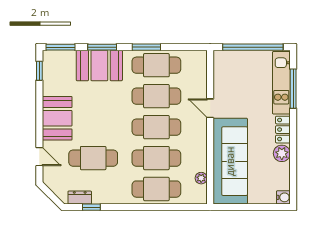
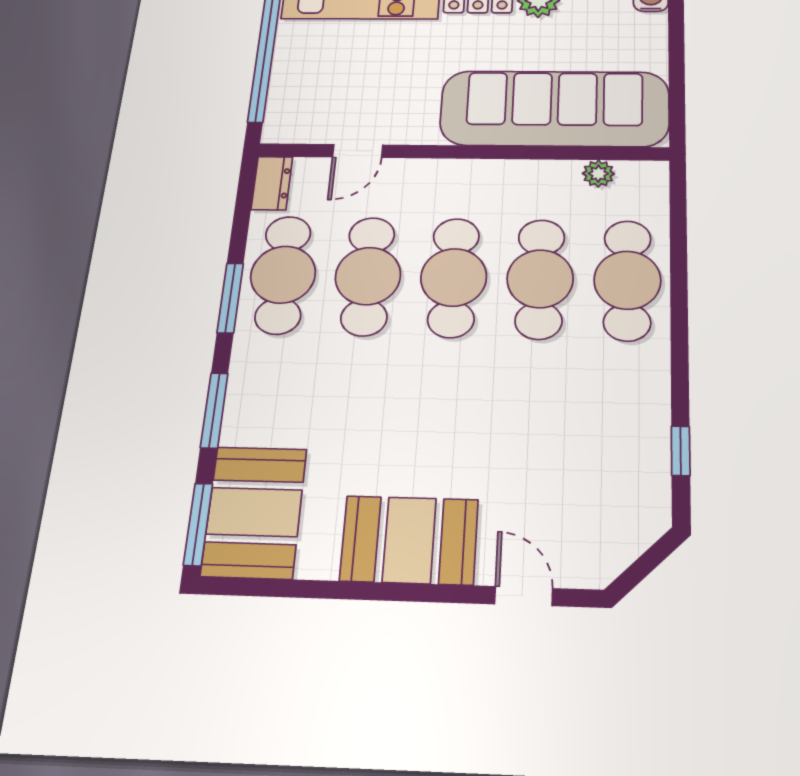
booth: (99, 65) -> (254, 512), moved
window: (39, 71) -> (260, 587), removed
door: (210, 108) -> (358, 151), moved
door: (39, 157) -> (524, 596), hinge flipped
cafe table: (93, 158) -> (534, 442), removed
dresser: (80, 198) -> (272, 183), moved, turned 180

